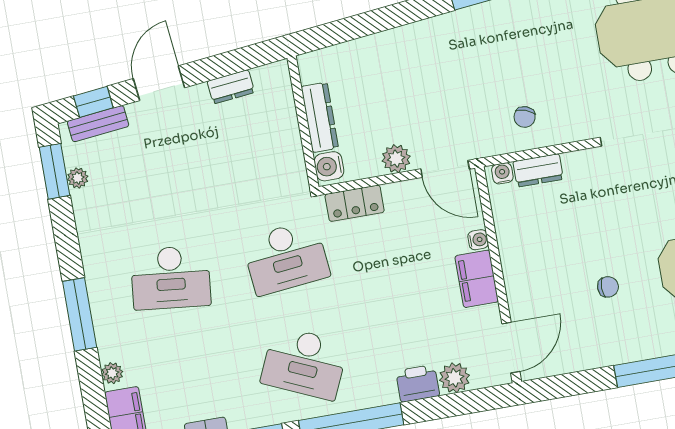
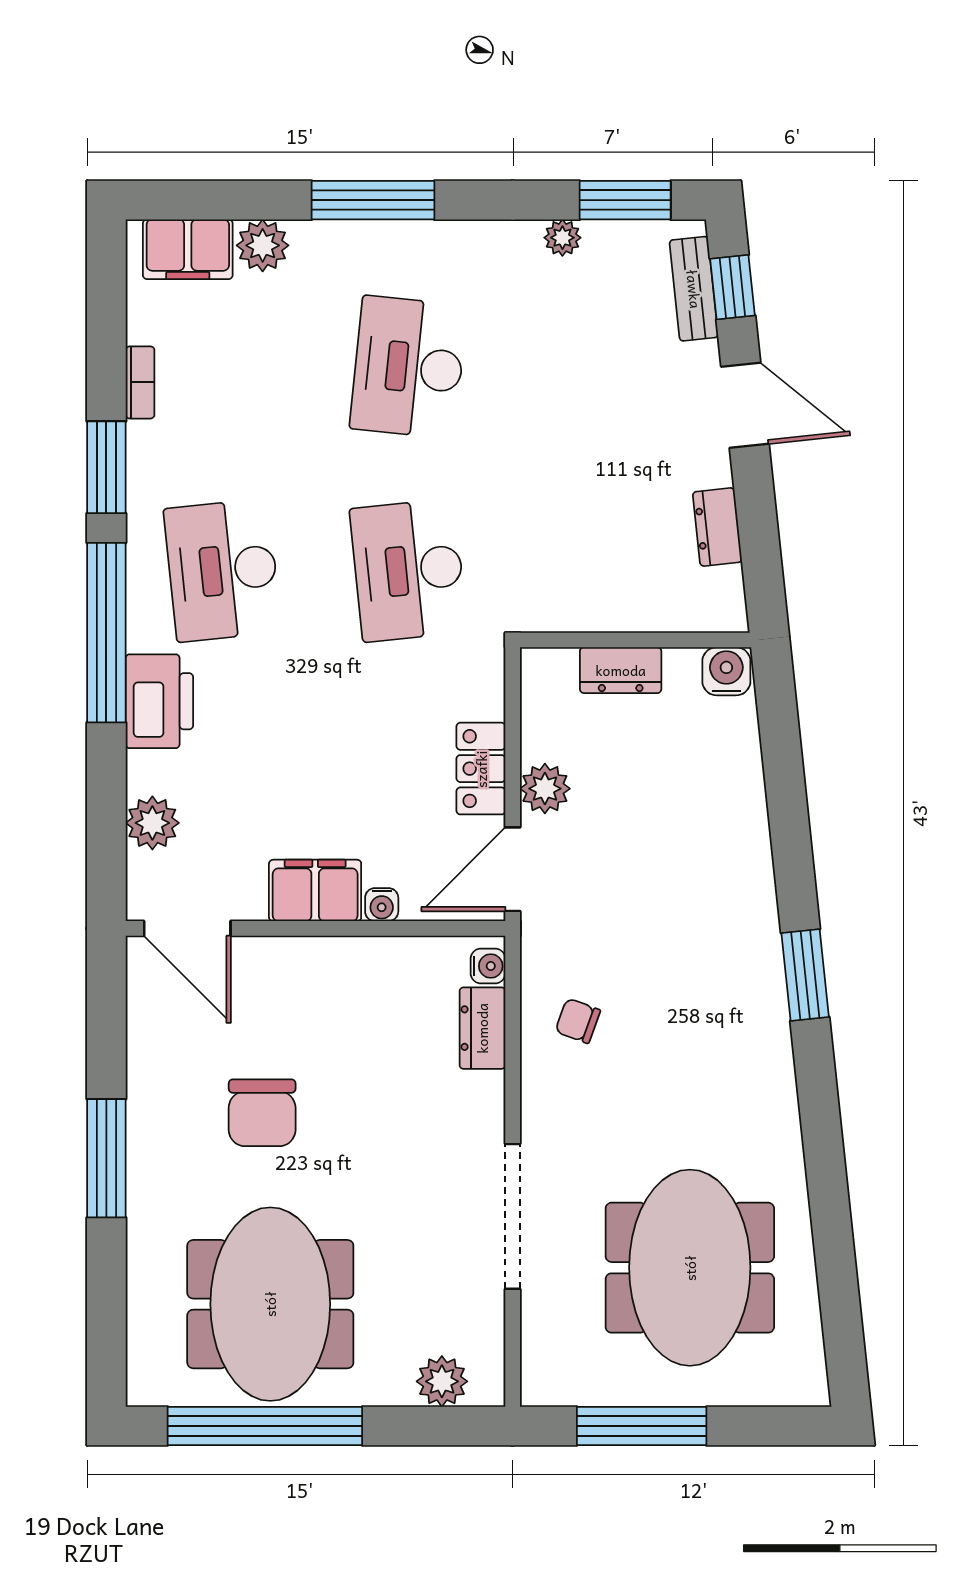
dresser: (320, 117) -> (621, 670), width x0.70
water cooler: (329, 166) -> (726, 671), moved
plant: (78, 178) -> (562, 238), moved
locker: (355, 203) -> (481, 769), moved
chair: (608, 287) -> (262, 1113), width x1.87, depth x1.87
desk: (304, 363) -> (223, 570), turned -30
plant: (112, 373) -> (263, 245), width x1.38, depth x1.38
printer: (418, 383) -> (159, 701), moved, width x1.37, depth x1.19

